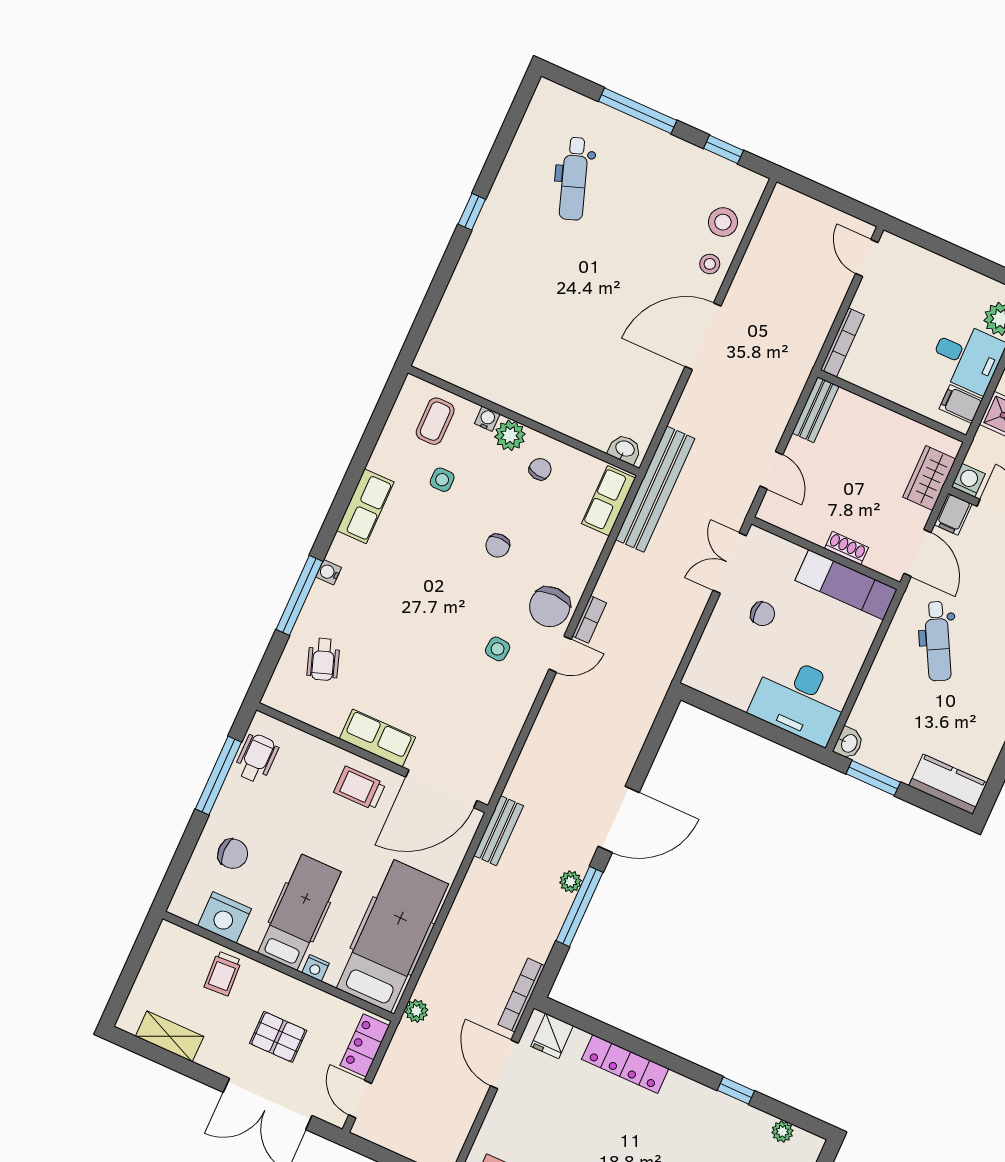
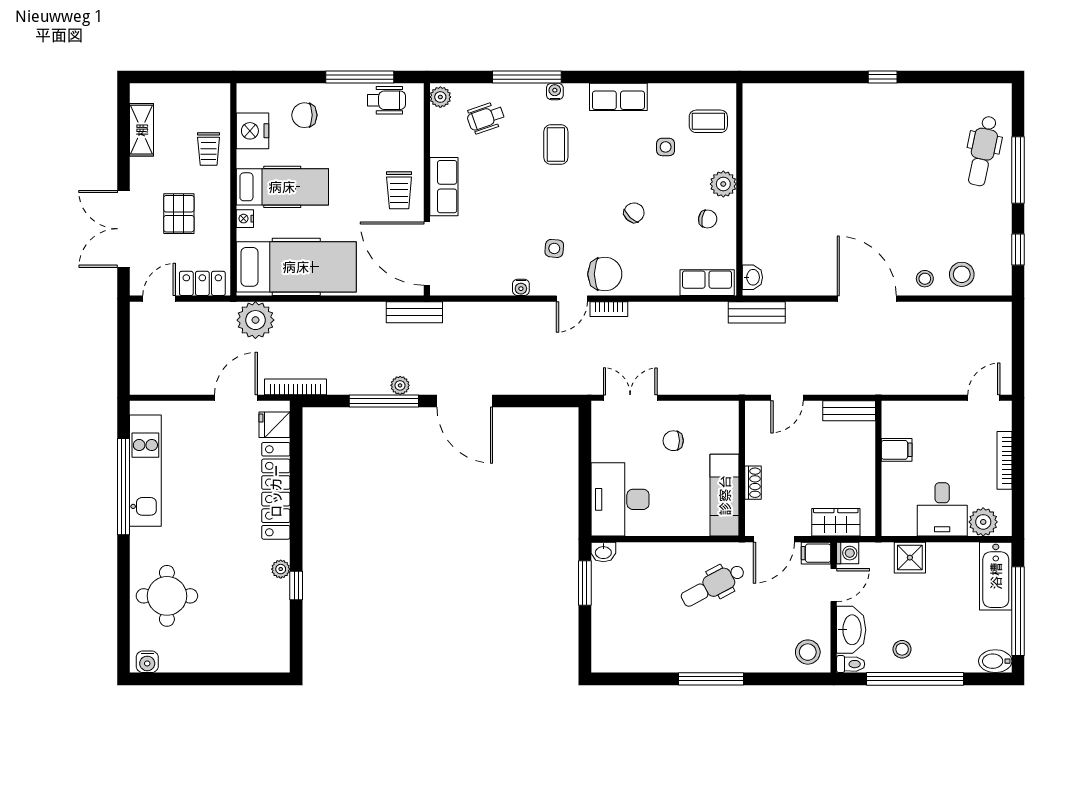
dental chair: (574, 179) -> (983, 151), moved, turned -59
bookcase: (842, 342) -> (1004, 460), moved, turned 90
filing cabinet: (961, 404) -> (897, 450), moved, turned 90
water cooler: (487, 419) -> (521, 287), moved, turned 90
bench: (655, 489) -> (757, 312), width x0.54, depth x0.82
chair: (498, 546) -> (634, 213), turned 133
double door: (730, 563) -> (630, 398), moved
coffee table: (386, 597) -> (556, 145), added
chair: (550, 607) -> (605, 274), turned 180
chair: (763, 614) -> (673, 441), turned 90
door: (560, 654) -> (572, 299), hinge flipped
plant: (279, 698) -> (440, 97), added
kitchen counter: (948, 784) -> (606, 643), removed
trolley: (360, 788) -> (399, 190), turned 180
chair: (233, 854) -> (304, 115), turned 90
trolley: (223, 974) -> (209, 149), turned -87
plant: (416, 1011) -> (255, 320), width x1.88, depth x1.88
locker: (625, 1064) -> (276, 491), width x1.41, depth x1.21
plant: (782, 1132) -> (281, 569), moved

